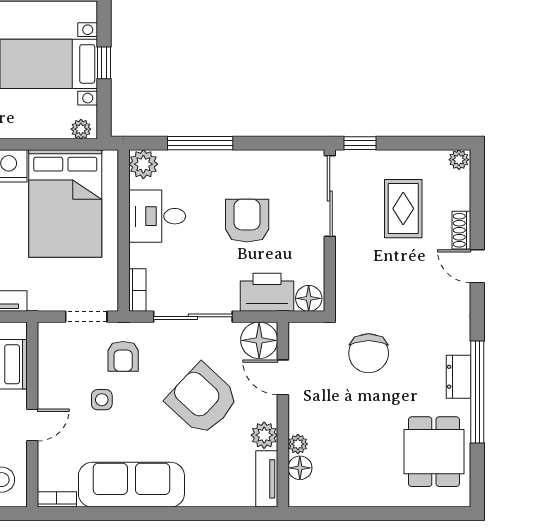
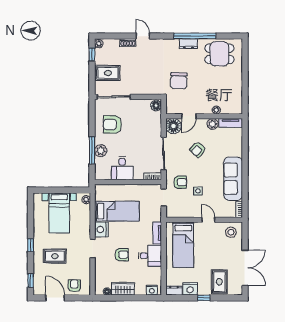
window: (104, 63) -> (59, 190), removed
window: (360, 143) -> (92, 54), moved
plant: (143, 164) -> (101, 151), moved
bed: (65, 204) -> (117, 211), width x0.67
rug: (403, 209) -> (108, 73), moved
armchair: (247, 221) -> (112, 125), moved
door: (477, 266) -> (143, 36), swing flipped
printer: (267, 292) -> (154, 123), removed
chair: (369, 353) -> (179, 81), turned 92
armchair: (202, 399) -> (198, 149), width x0.53, depth x0.53
floor lamp: (300, 468) -> (226, 109), removed

